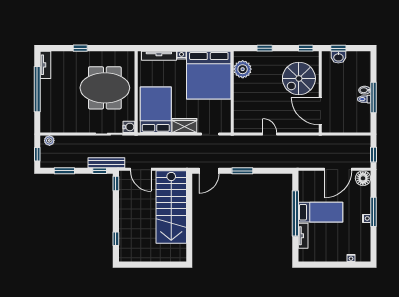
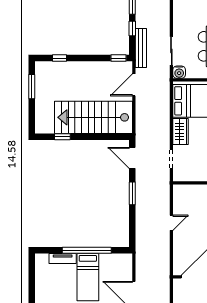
window: (100, 171) -> (132, 29), moved
window: (189, 236) -> (62, 137), added
window: (142, 265) -> (32, 87), added

